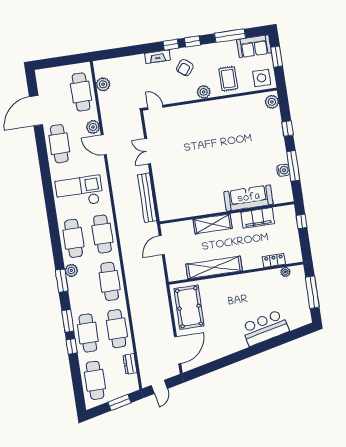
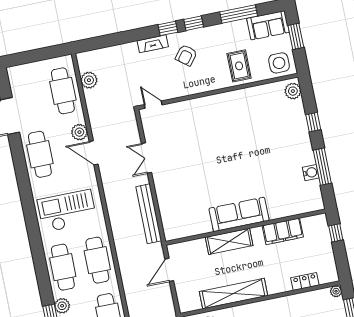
plant: (204, 92) -> (210, 83), removed
sofa: (249, 198) -> (239, 214), moved
plant: (285, 272) -> (336, 291), moved

